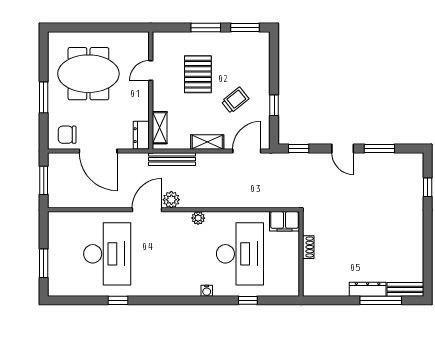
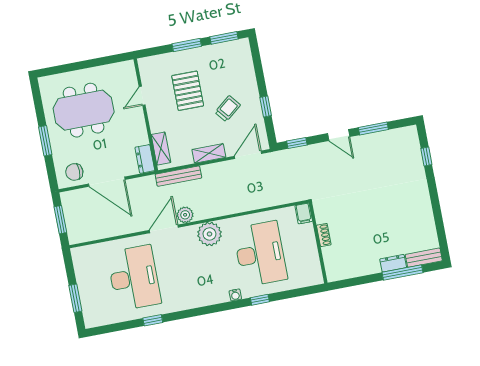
plant: (198, 218) -> (209, 234), width x1.87, depth x1.87
filing cabinet: (285, 221) -> (304, 213), width x0.50
dresser: (368, 289) -> (393, 263), width x0.70
window: (248, 300) -> (260, 300), moved

